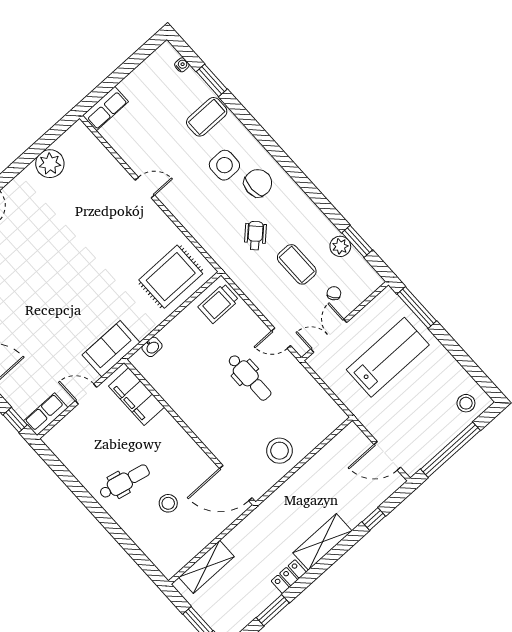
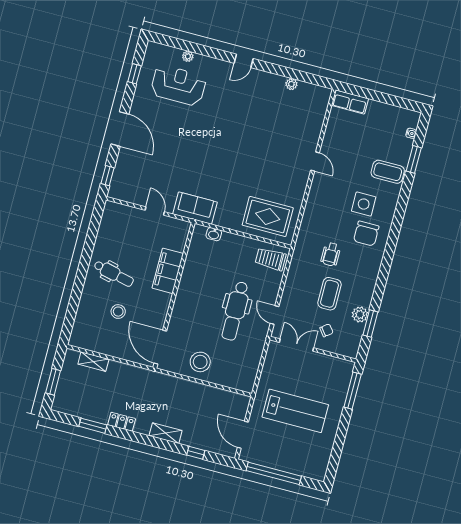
plant: (50, 164) -> (291, 84), width x0.53, depth x0.53
chair: (258, 183) -> (366, 234), turned 90
wheelchair: (255, 236) -> (331, 254), turned 134
lab bench: (388, 357) -> (295, 411), moved
dental chair: (249, 377) -> (235, 311), width x1.36, depth x1.38
filing cabinet: (136, 397) -> (168, 271), moved
stool: (466, 403) -> (311, 464), removed
row of seats: (46, 414) -> (124, 193), removed
shelving: (322, 542) -> (166, 433), width x0.67, depth x0.75
shelving: (206, 567) -> (93, 362), width x0.67, depth x0.75

